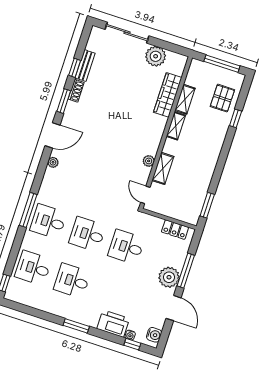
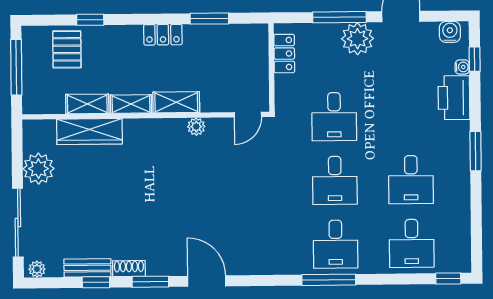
pallet: (222, 98) -> (67, 49), turned 90
locker: (211, 160) -> (163, 35), added
plant: (53, 162) -> (37, 269), moved
shelving: (163, 168) -> (176, 102), moved
window: (207, 205) -> (209, 19), moved

